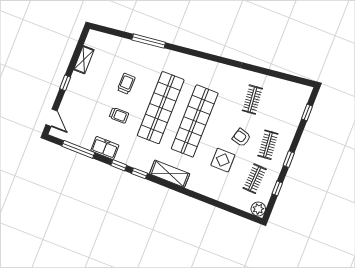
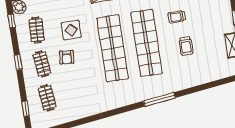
window: (149, 41) -> (159, 99), moved
clothes rail: (252, 100) -> (47, 98), moved
armchair: (242, 138) -> (67, 57), turned 81
window: (277, 188) -> (12, 21), moved

